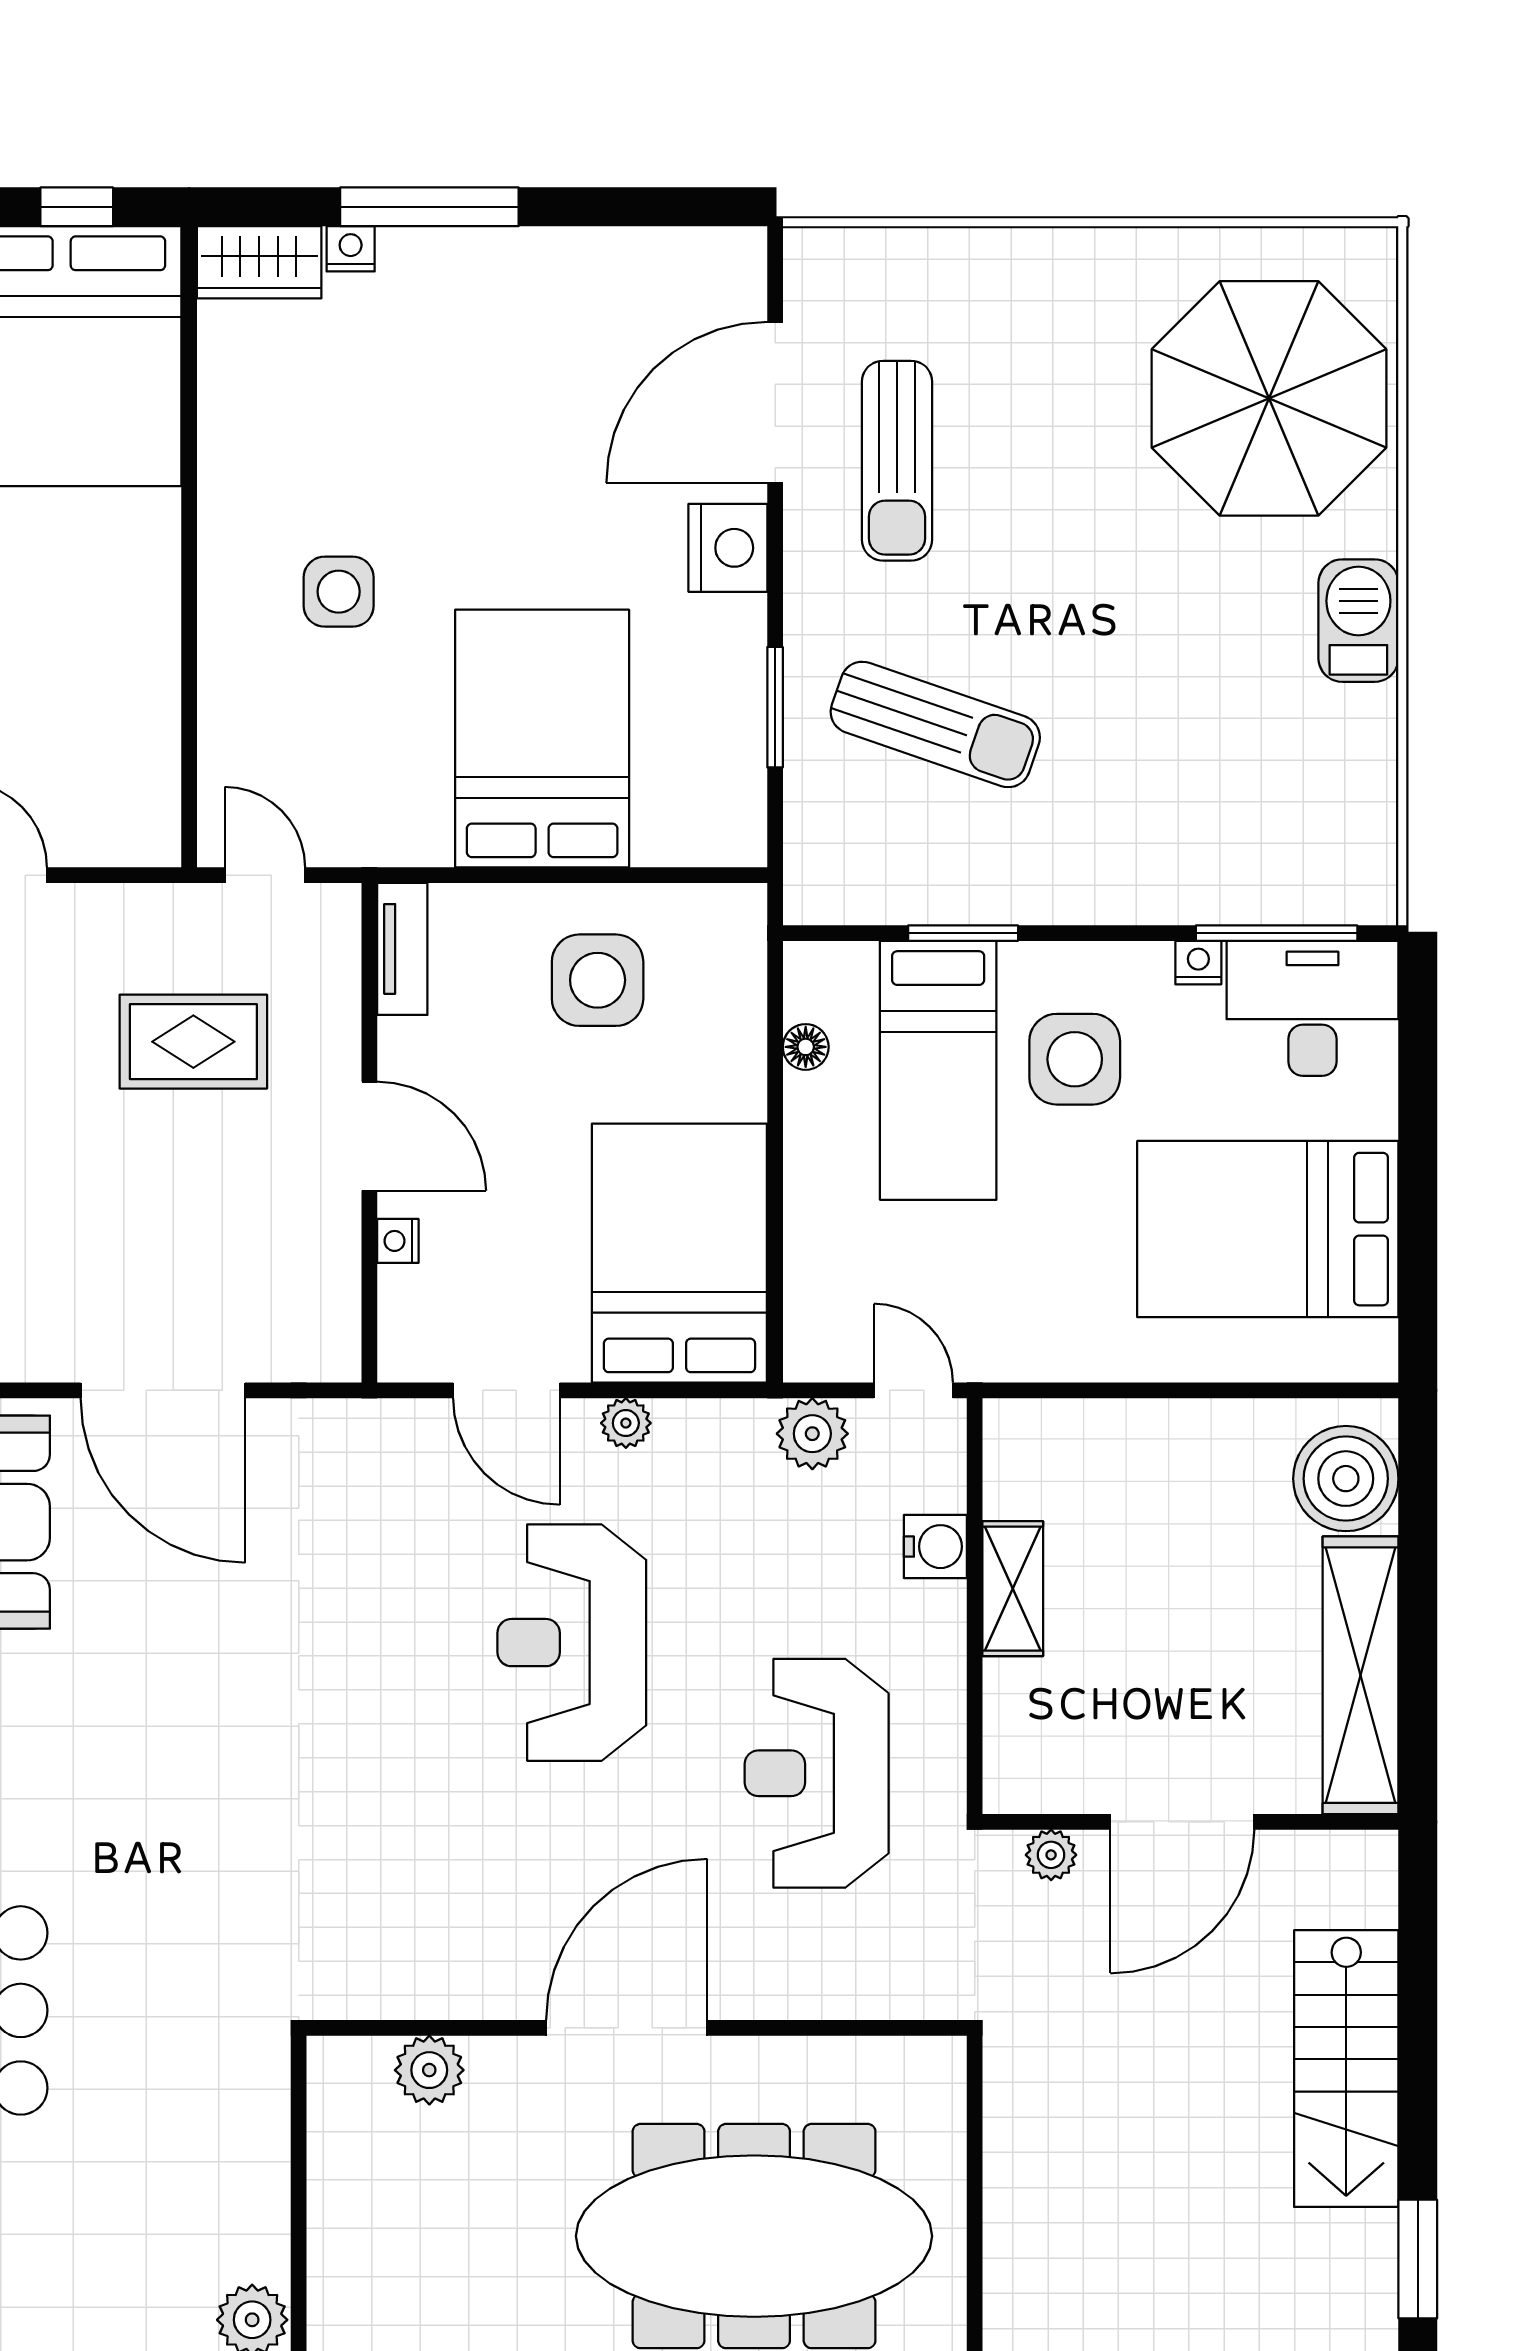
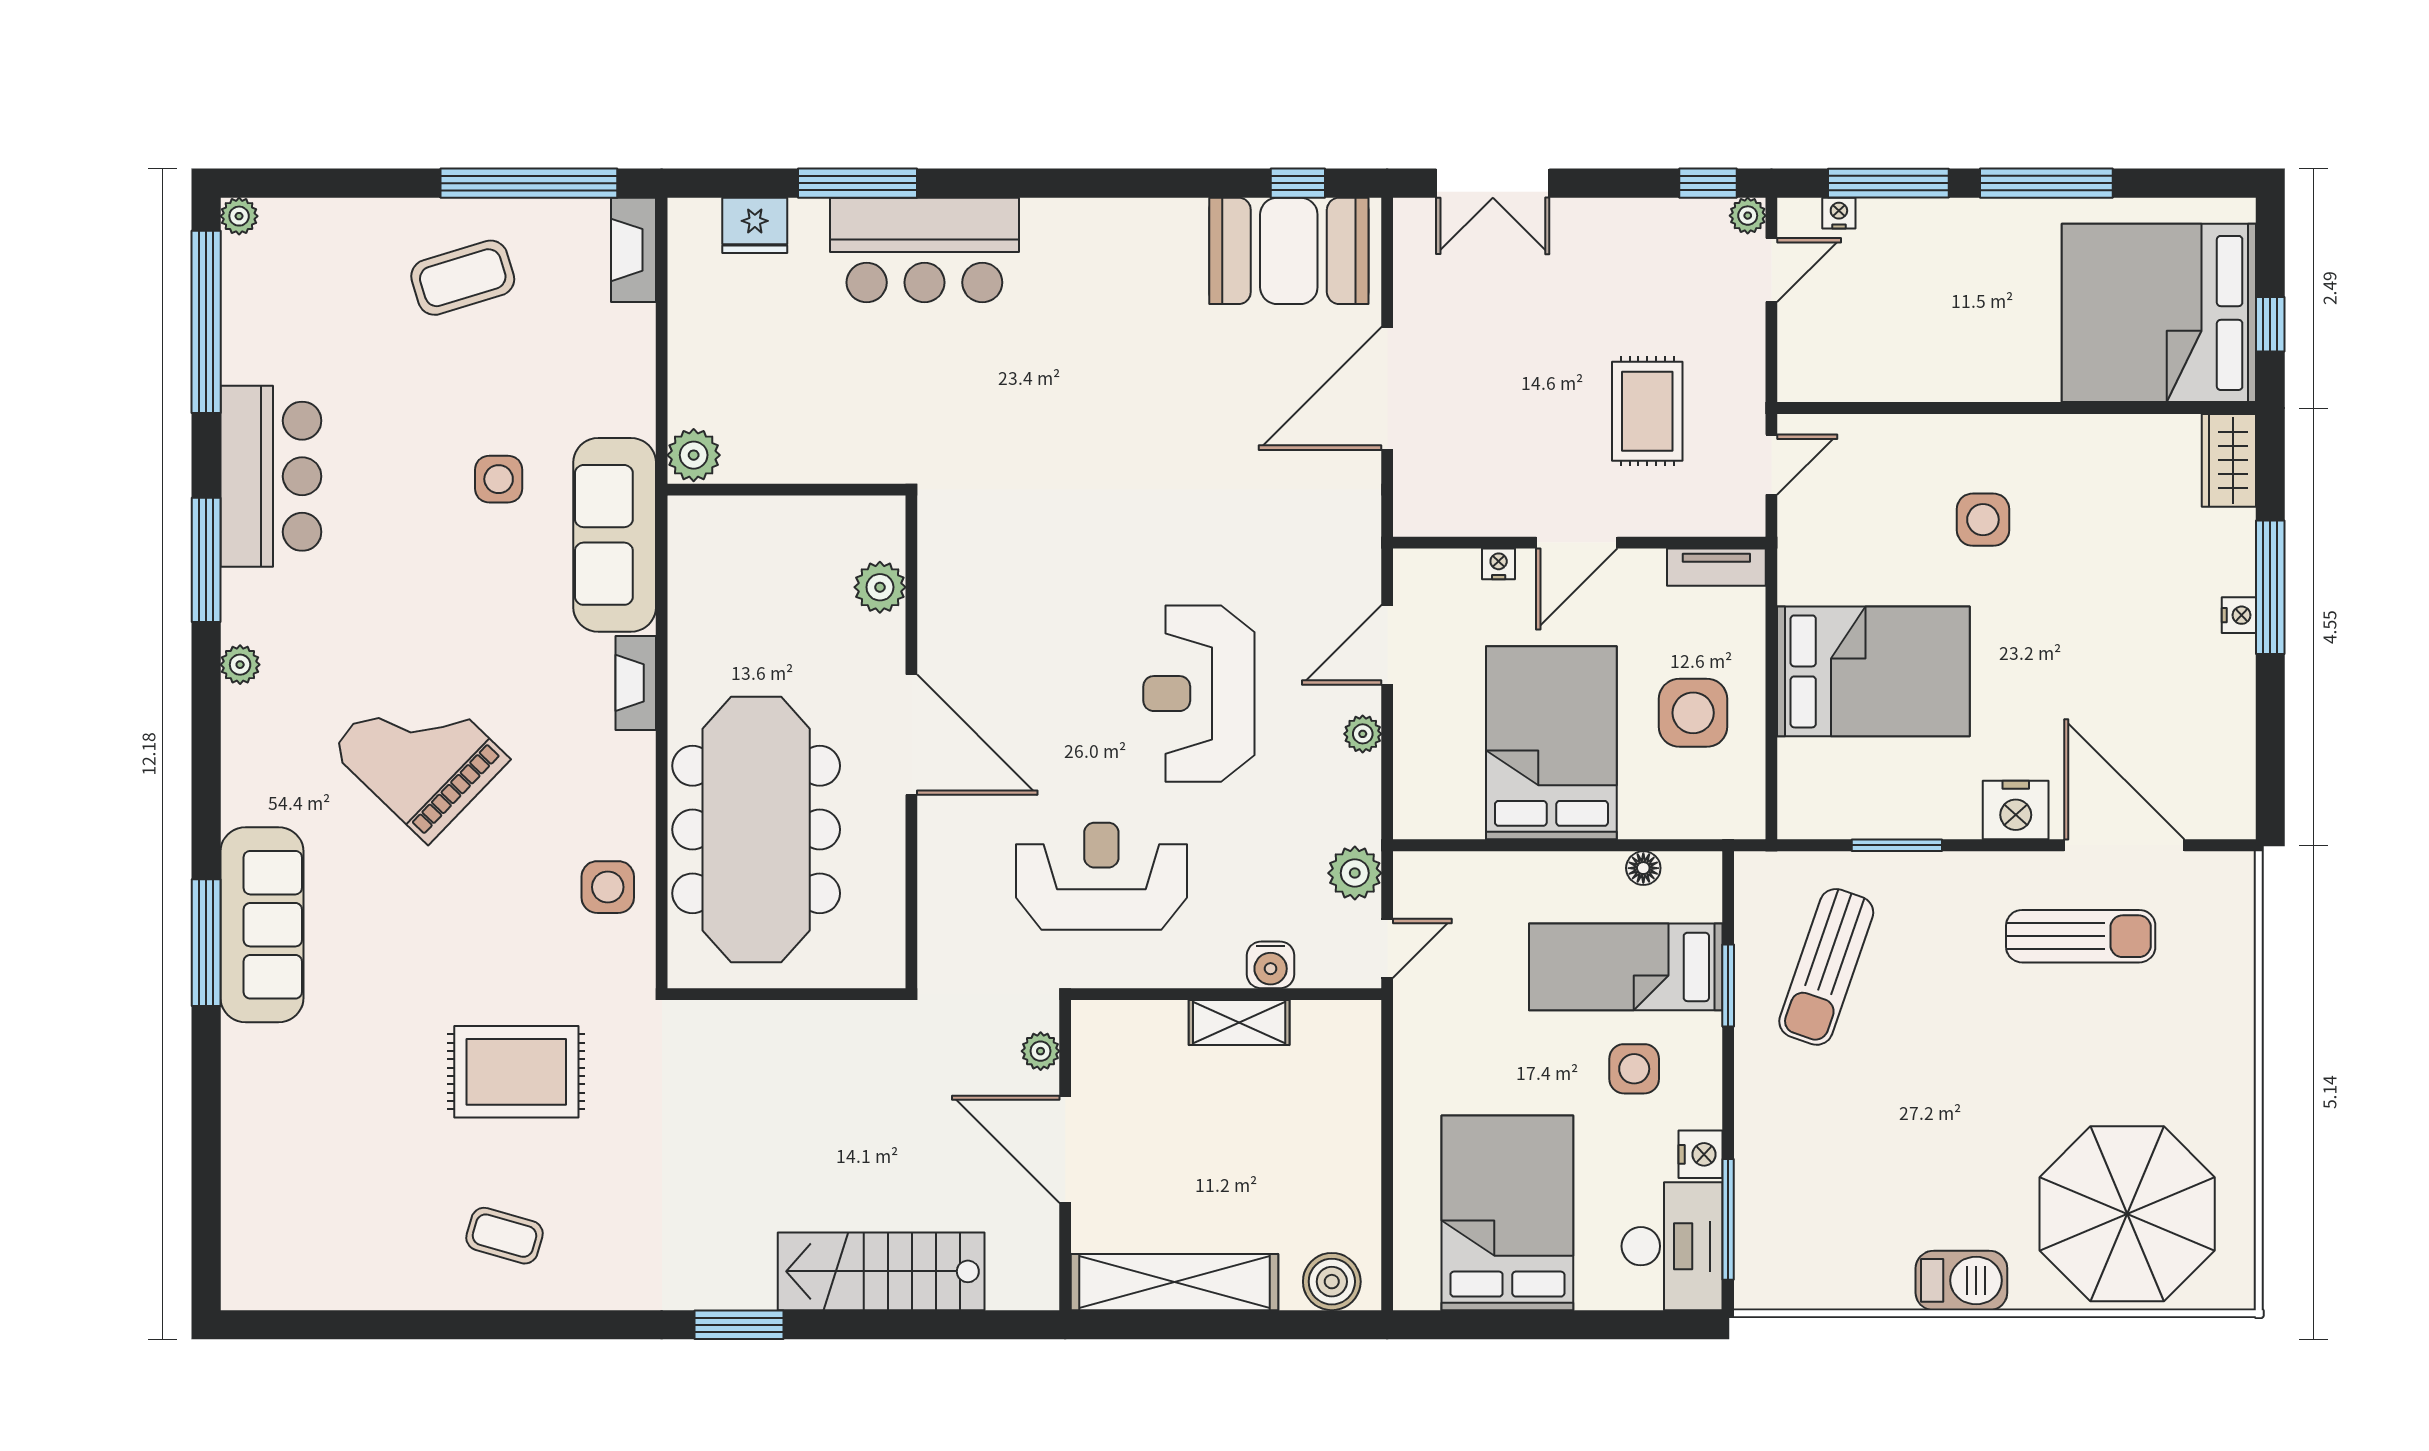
nightstand: (351, 249) -> (2239, 615), moved
sun lounger: (897, 461) -> (2081, 936), turned 180
sun lounger: (935, 724) -> (1826, 967), moved
nightstand: (1198, 963) -> (1701, 1154), width x1.39, depth x1.35
side table: (1075, 1059) -> (1634, 1069), width x0.73, depth x0.73
bed: (679, 1253) -> (1551, 743), moved, turned -90
boiler: (1346, 1479) -> (1332, 1282), width x0.73, depth x0.73
reception desk: (572, 1643) -> (1199, 694), turned -90

